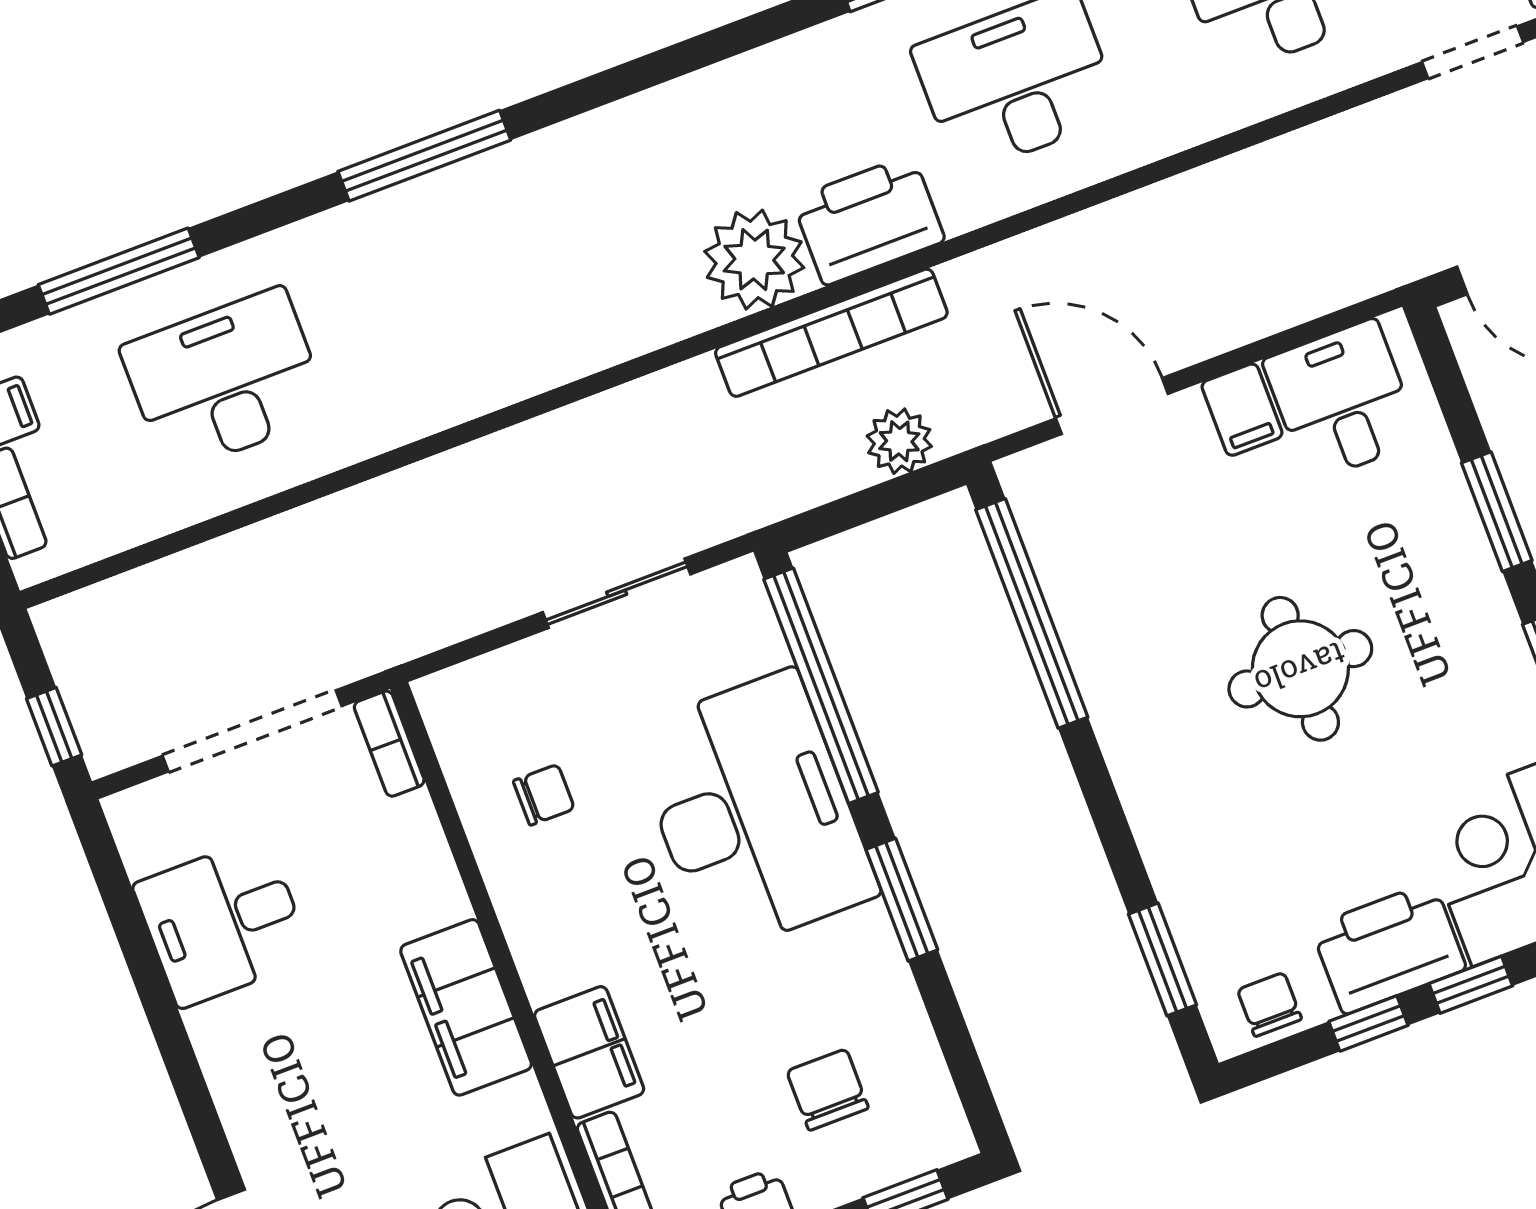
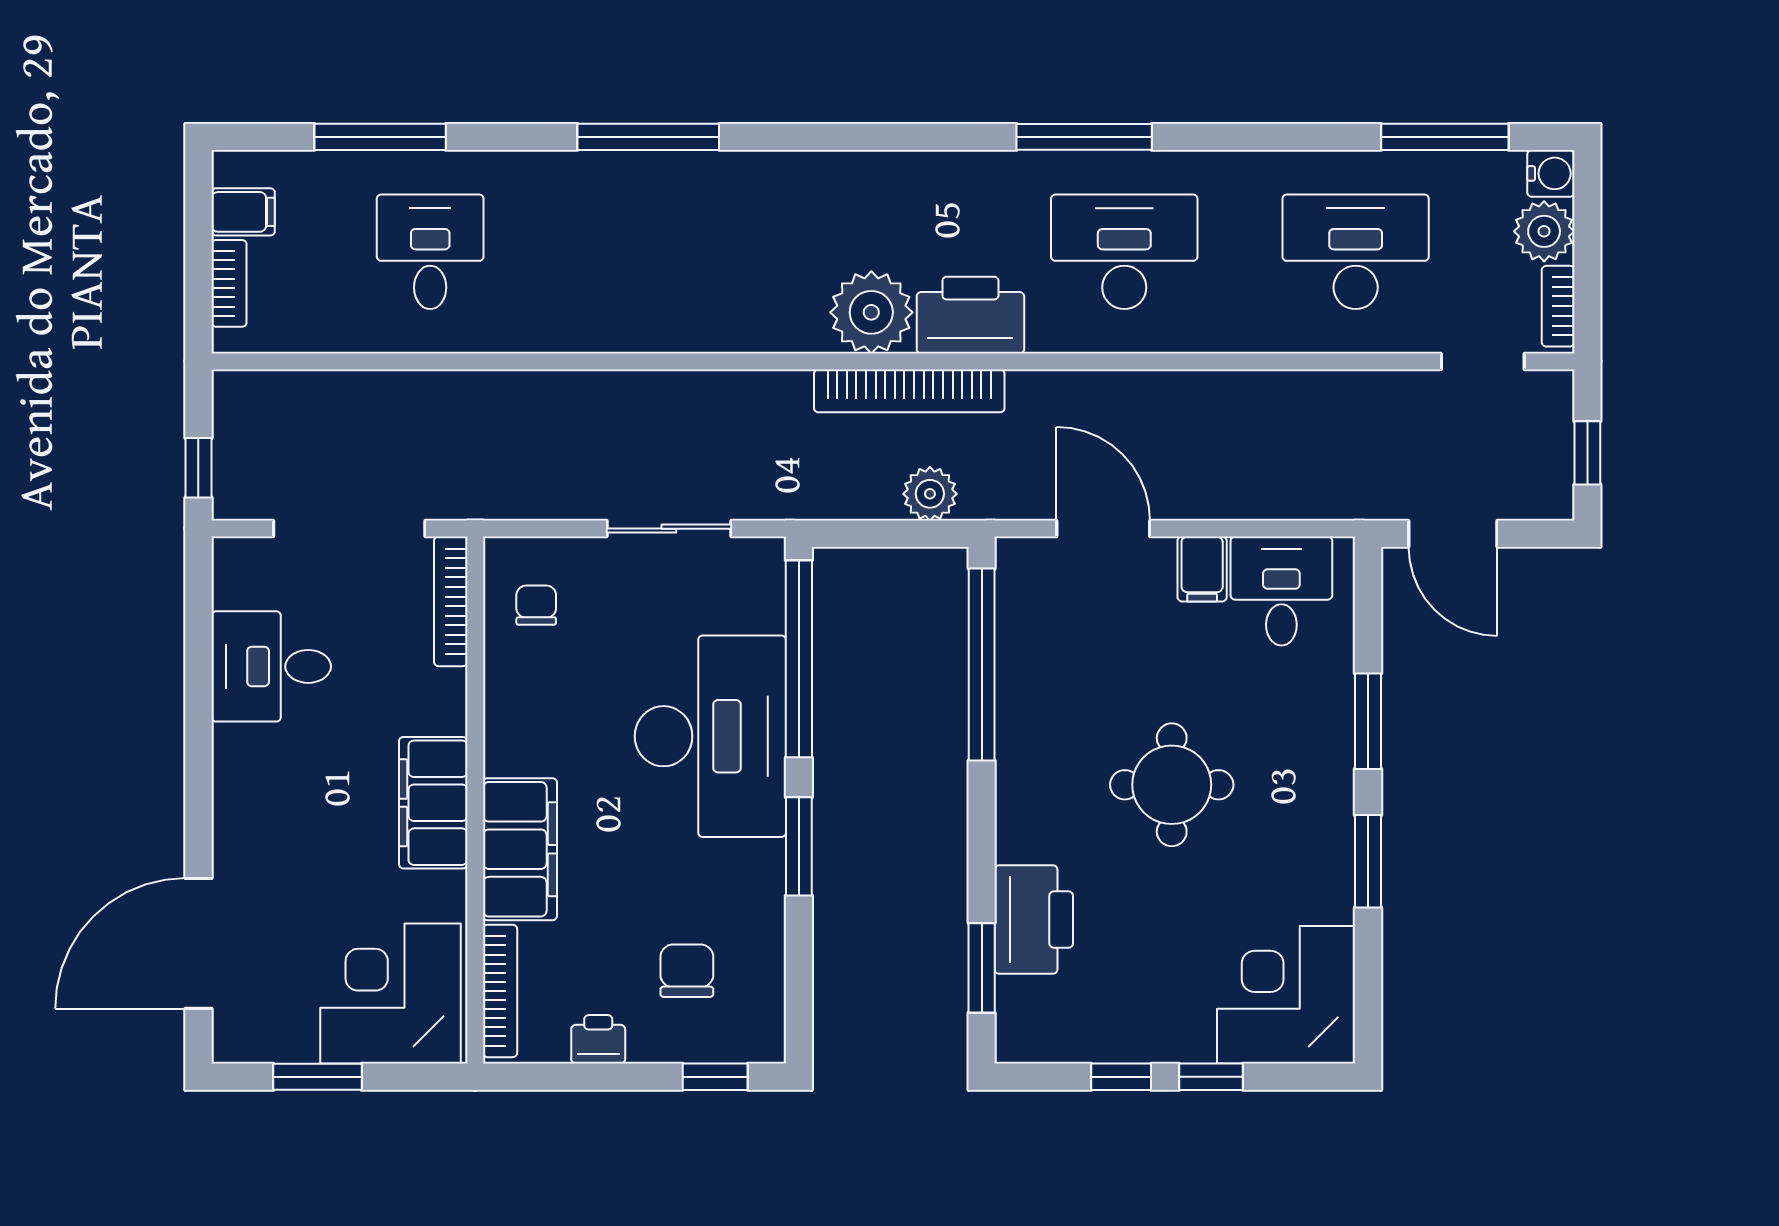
desk: (225, 381) -> (430, 252), width x0.73
bookcase: (389, 744) -> (451, 601), width x1.56
chair: (544, 795) -> (536, 605), moved, turned -90
printer: (1389, 948) -> (1034, 920), moved, turned 90
chair: (1269, 1004) -> (1051, 1033), removed
filing cabinet: (589, 1052) -> (520, 849), width x1.50, depth x1.17

